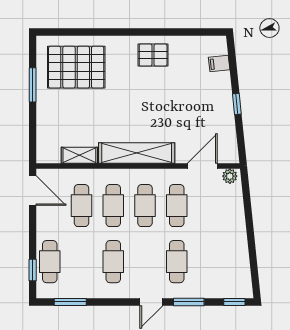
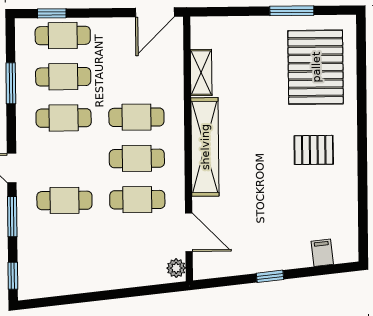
pallet: (153, 55) -> (314, 150), moved, turned 90
cafe table: (81, 206) -> (63, 77), moved
window: (70, 302) -> (11, 83), moved

